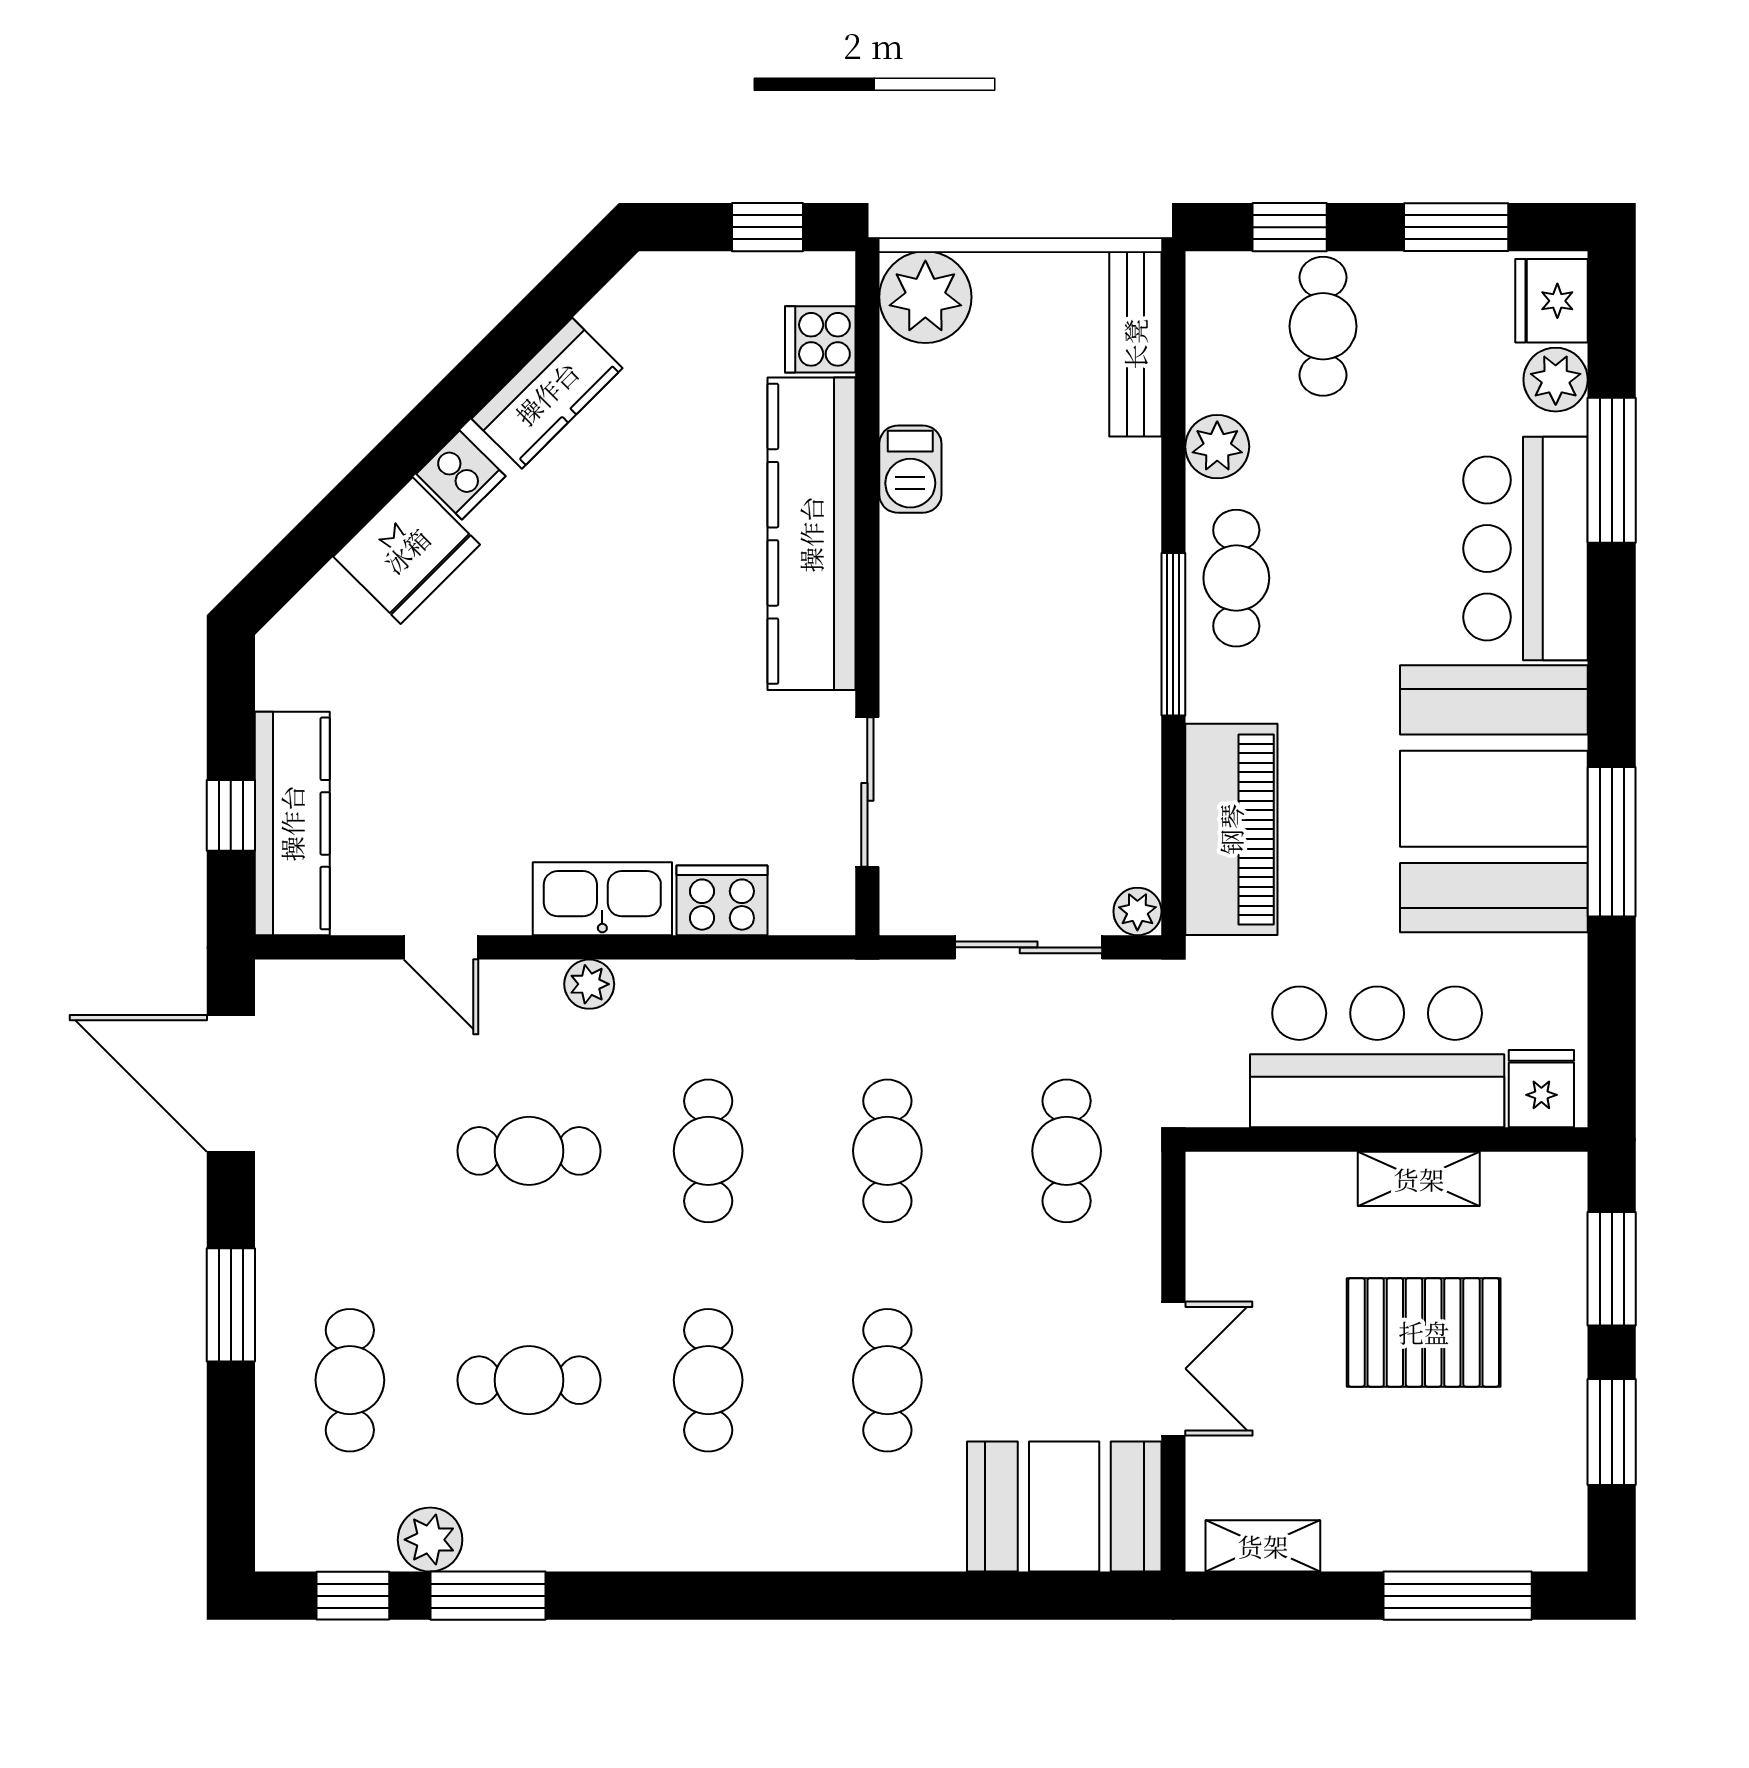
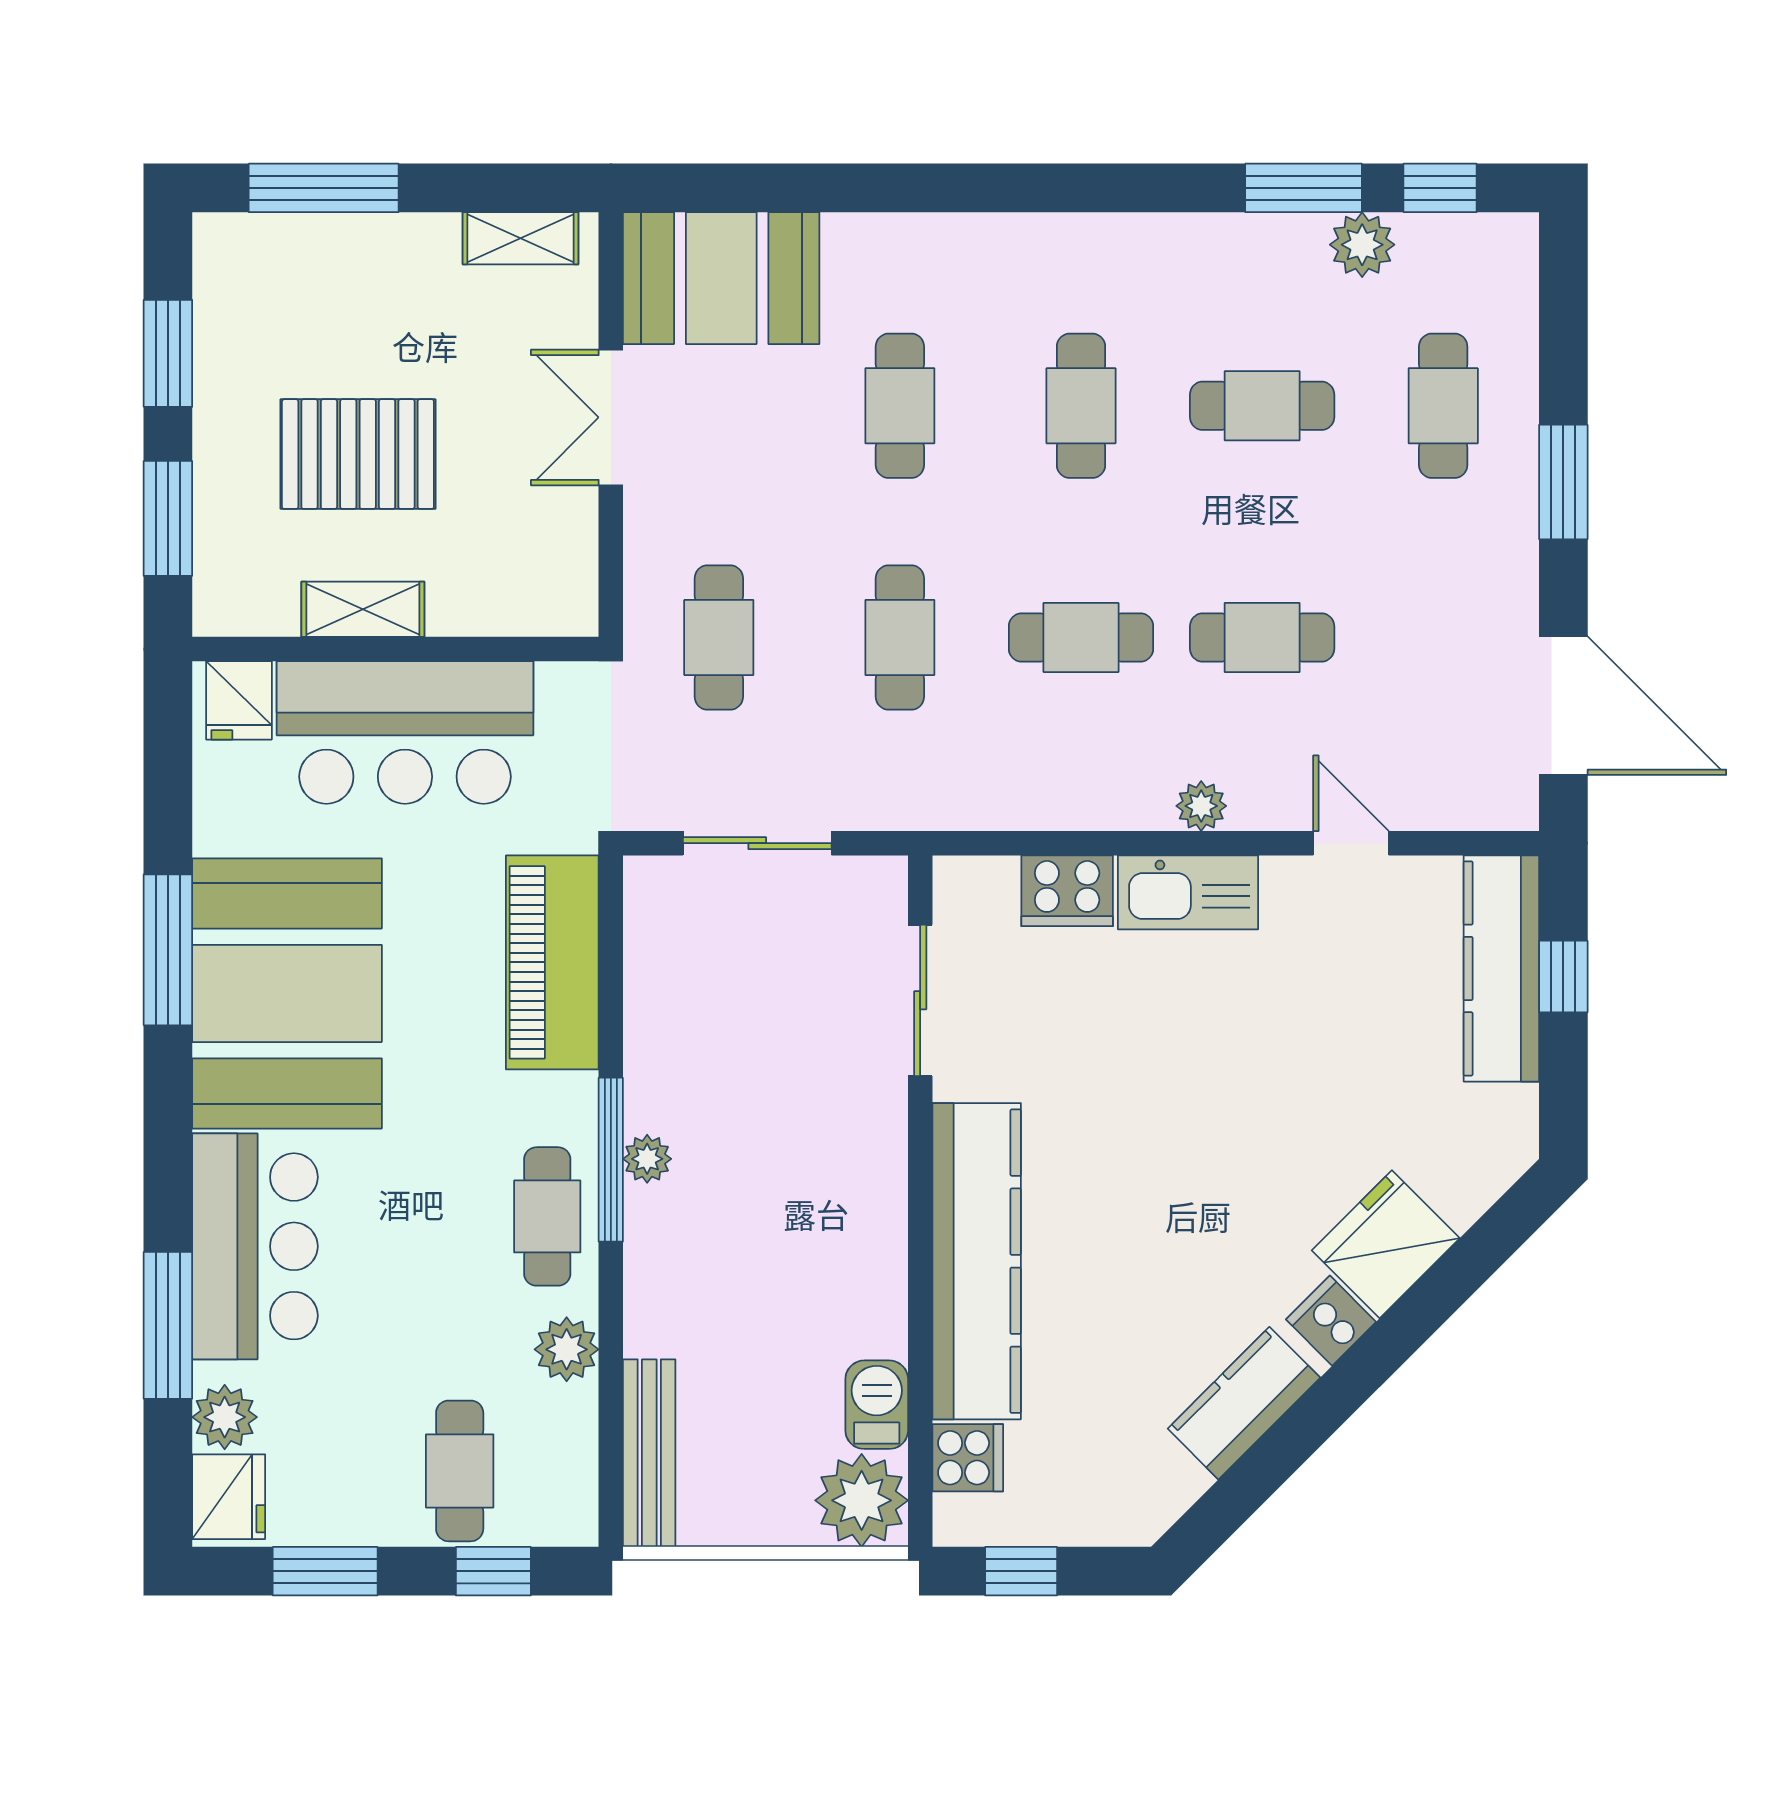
barbecue: (910, 469) -> (877, 1405), moved
plant: (1137, 911) -> (647, 1159), moved
cafe table: (708, 1151) -> (1081, 638), turned 90

